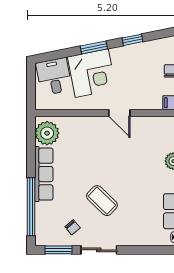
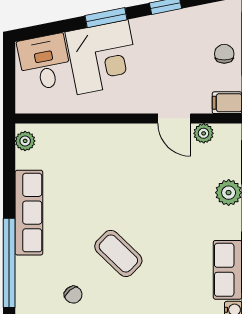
door: (119, 113) -> (174, 119), moved
plant: (157, 123) -> (204, 133), added
plant: (47, 133) -> (25, 141), width x0.53, depth x0.53

